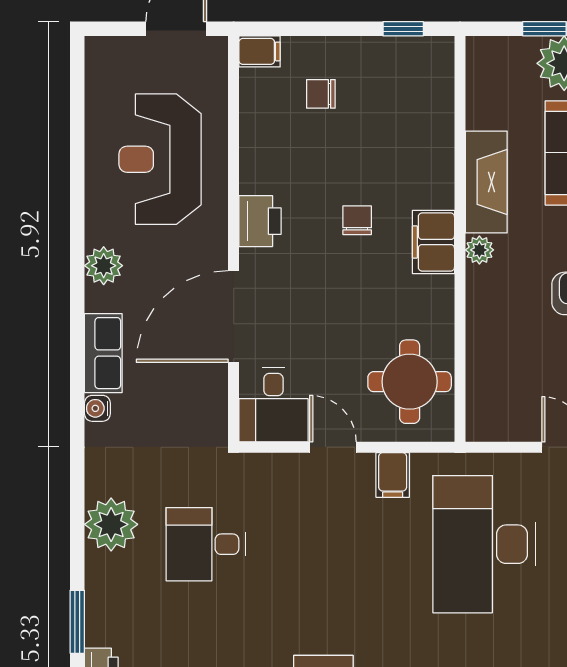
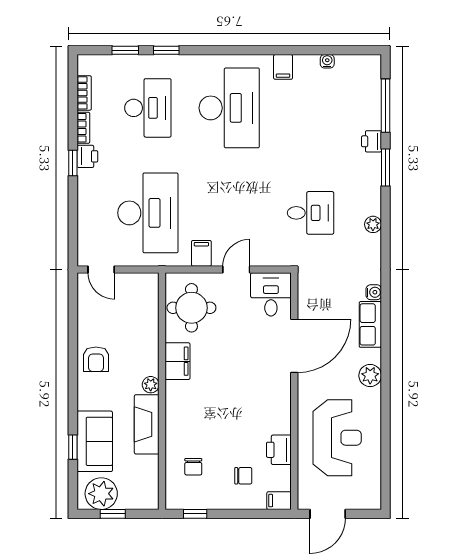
chair: (357, 220) -> (193, 467), moved
printer: (260, 221) -> (279, 450), moved
filing cabinet: (433, 242) -> (178, 361), moved
door: (333, 447) -> (236, 269), swing flipped
plant: (111, 524) -> (373, 224), width x0.53, depth x0.53

